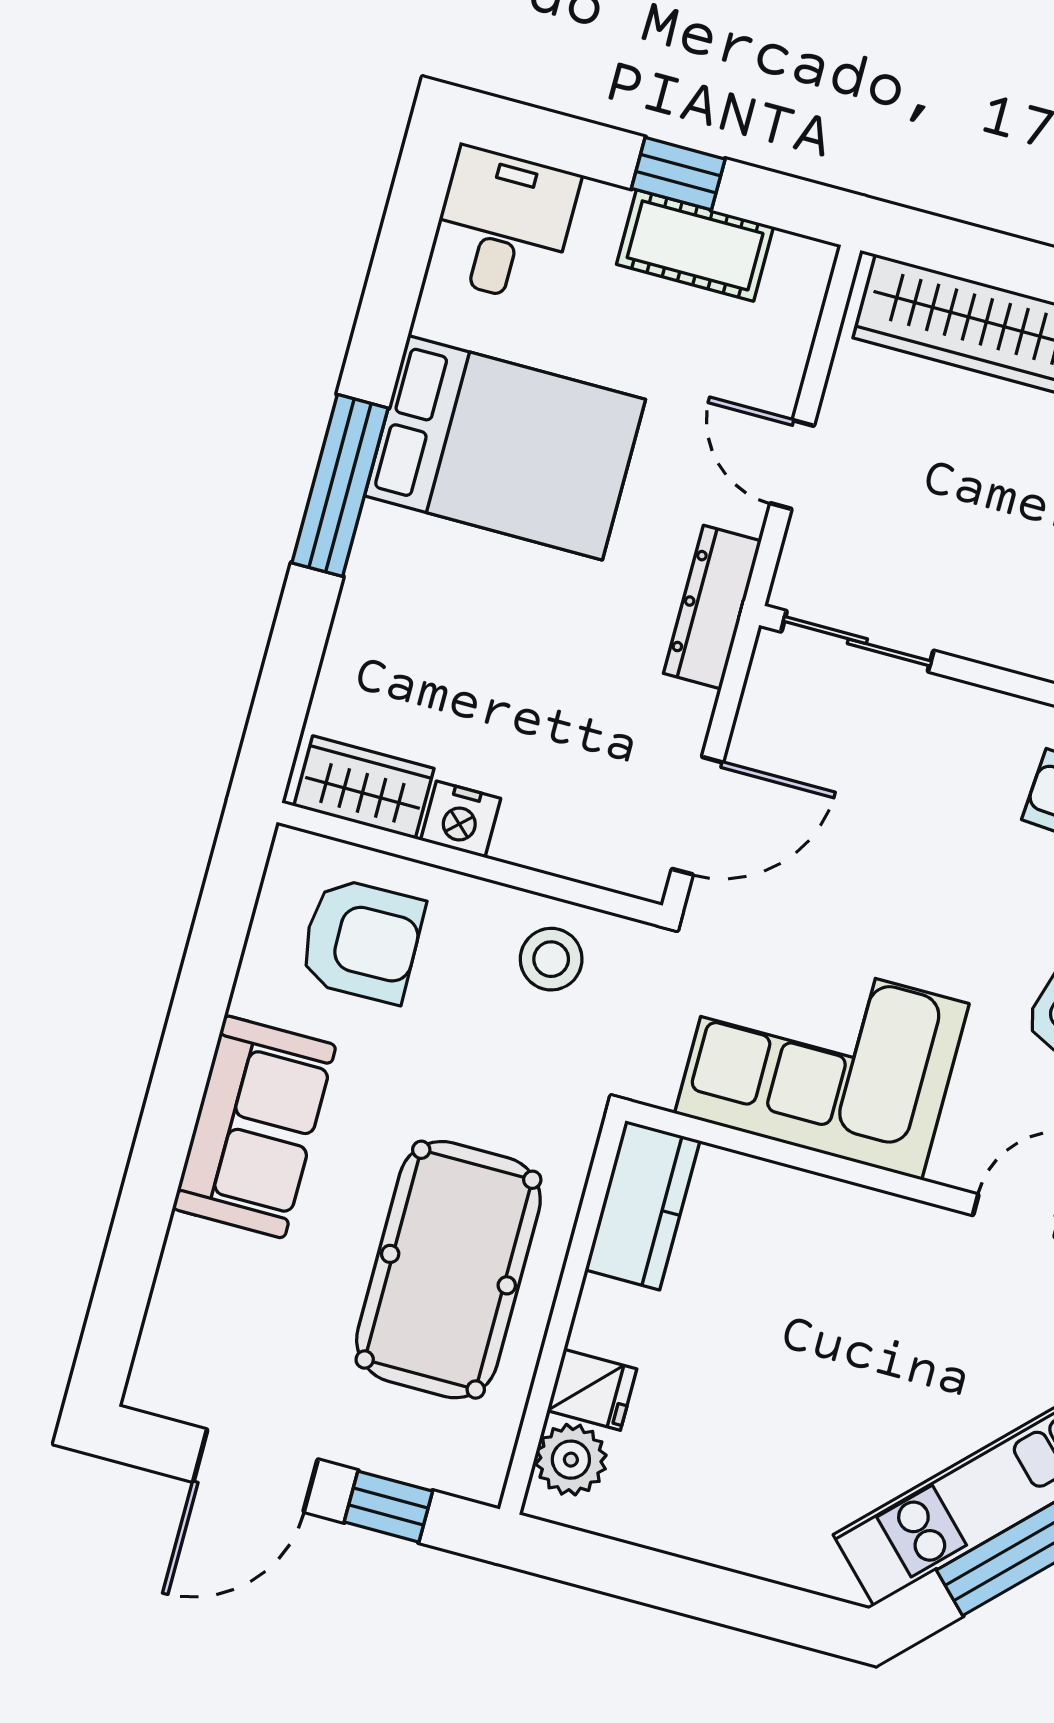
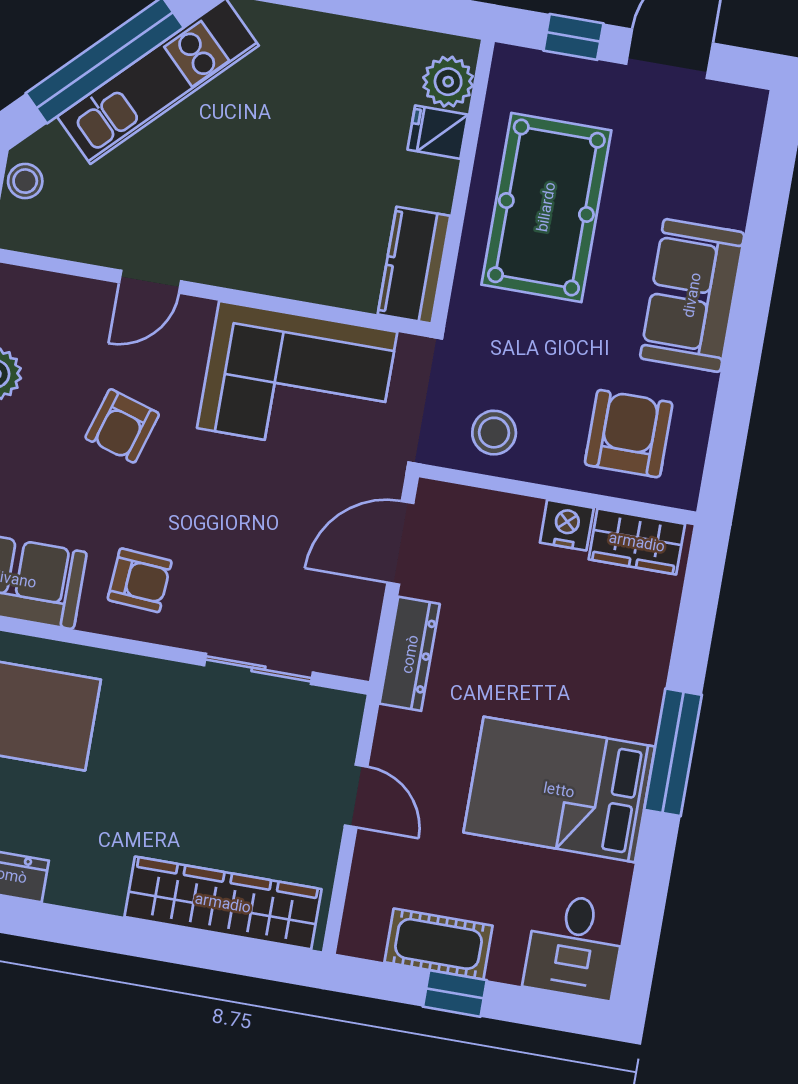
dresser: (712, 607) -> (410, 654), moved
sliding door: (857, 641) -> (258, 669), moved
armchair: (362, 940) -> (629, 434), turned 91

